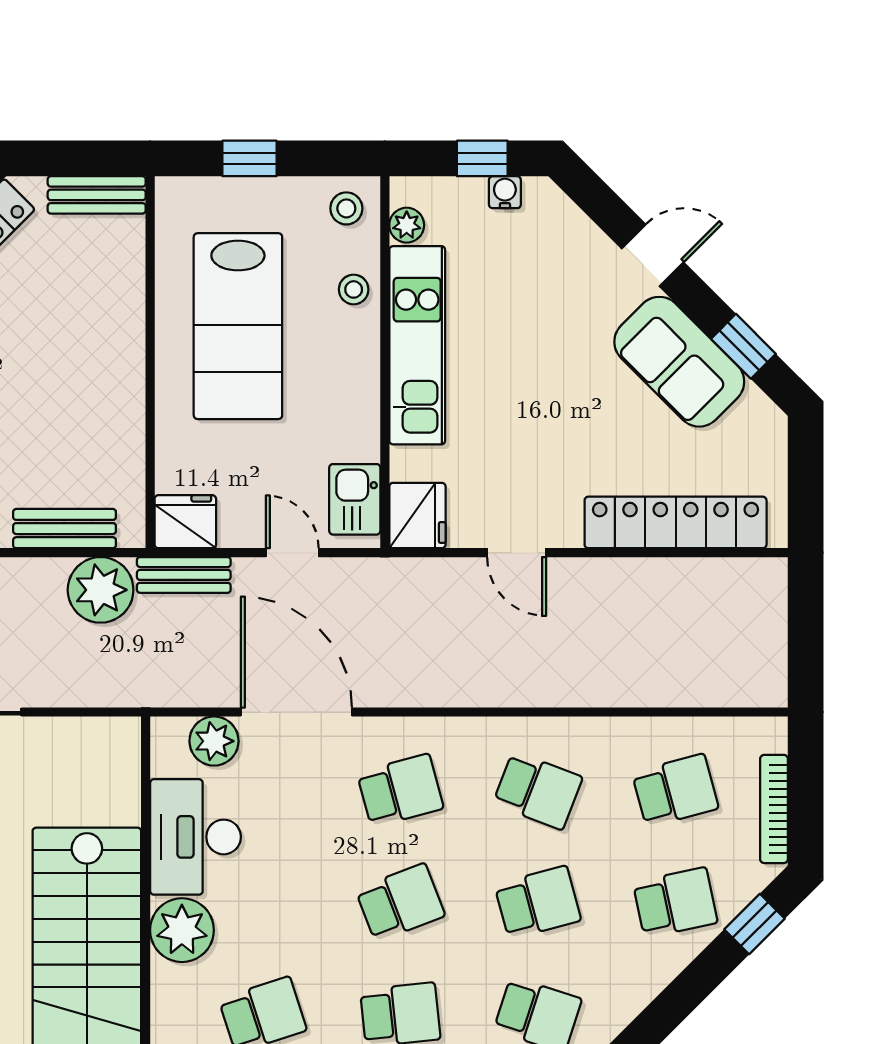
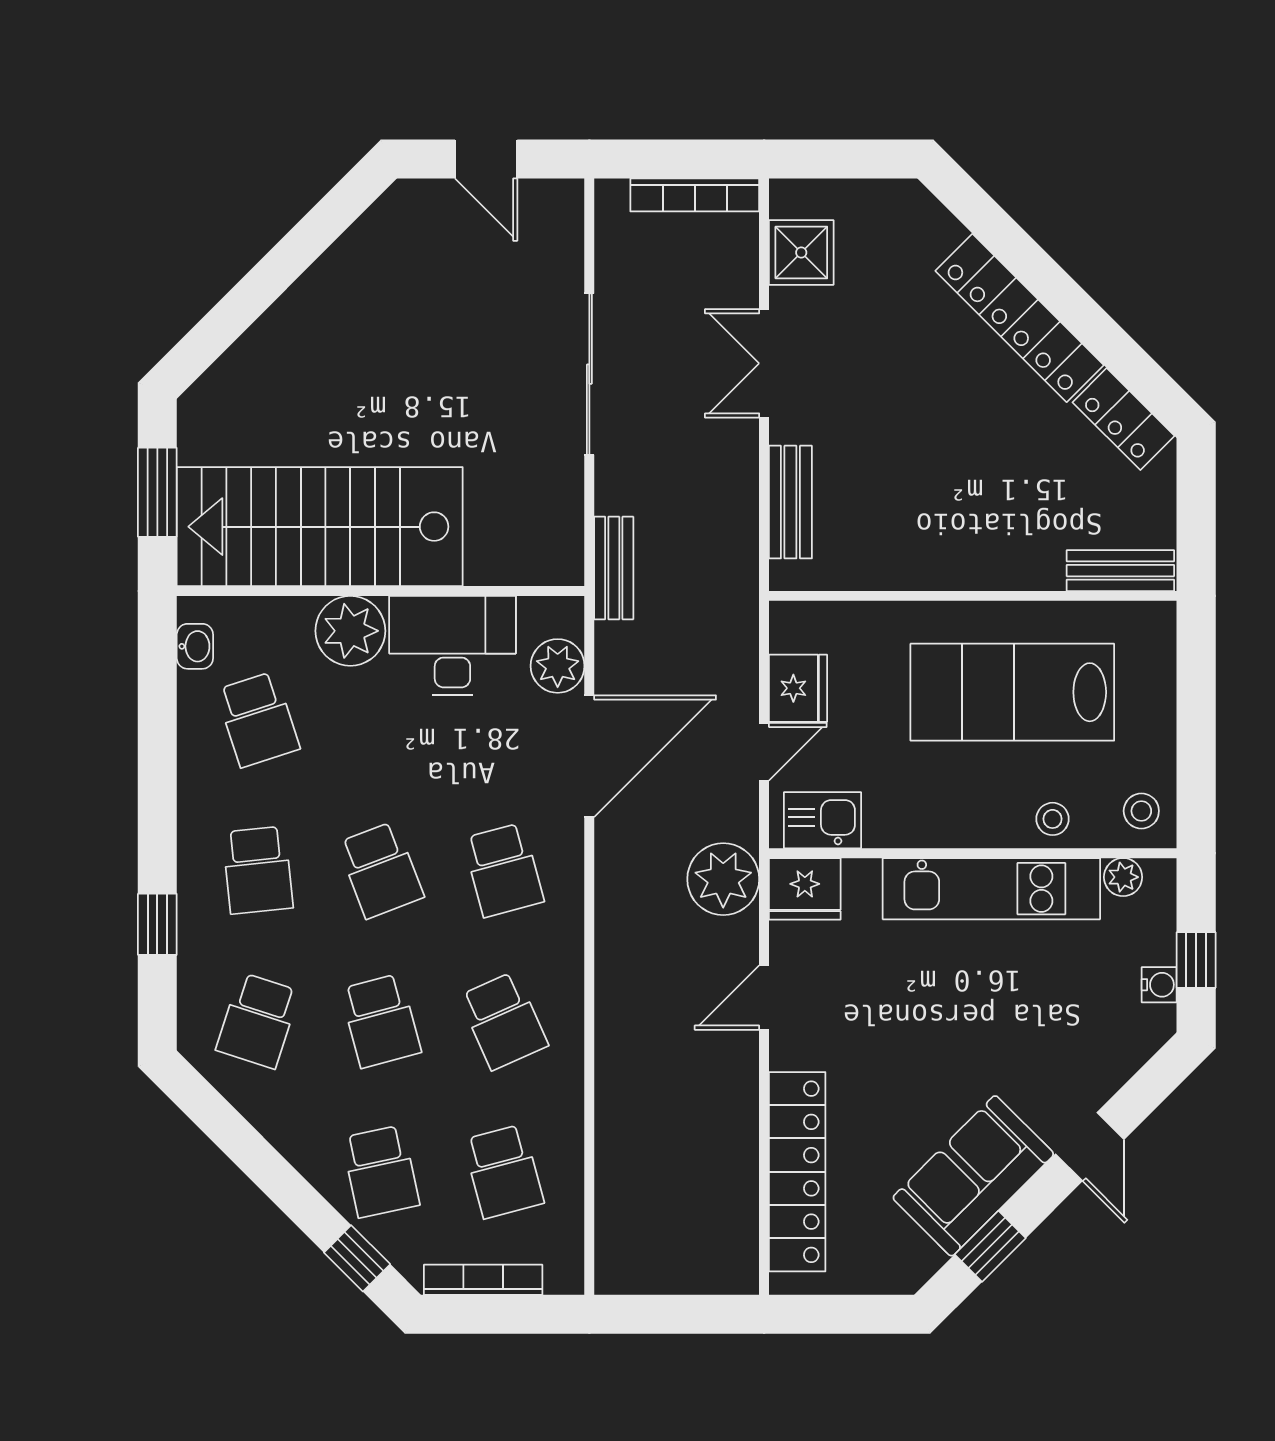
window: (249, 158) -> (1196, 705), removed
bench: (97, 195) -> (1120, 571), moved, turned 90
fridge: (185, 522) -> (798, 688), moved
bench: (184, 575) -> (614, 568), moved
plant: (101, 590) -> (723, 879), moved
school desk: (538, 790) -> (503, 1021), turned -45

